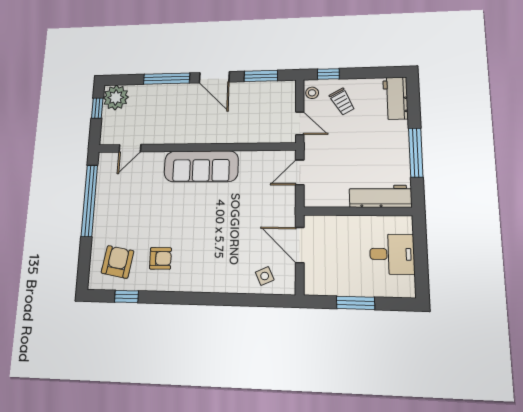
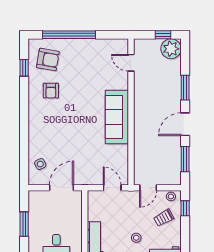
window: (167, 79) -> (185, 88), width x0.69
stool: (372, 138) -> (136, 238), added
window: (89, 201) -> (69, 35), moved

